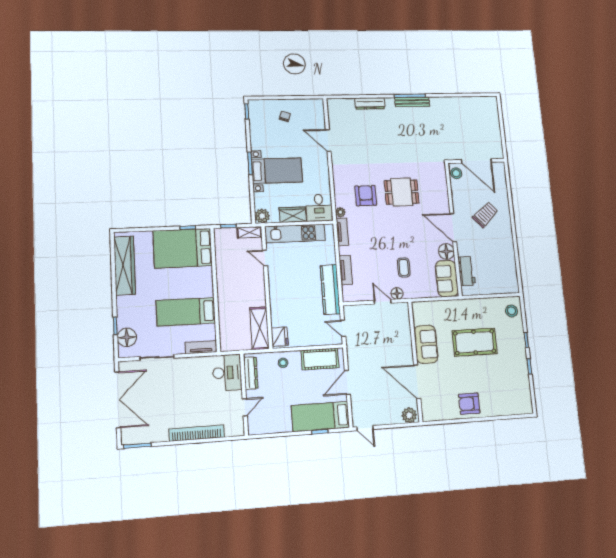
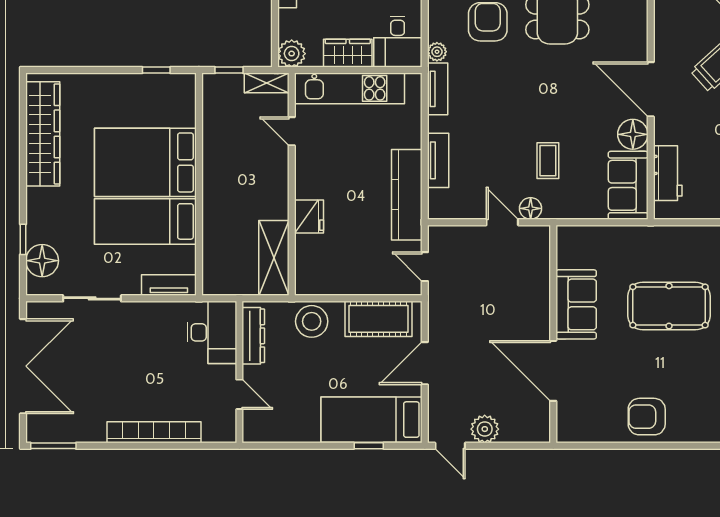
bed: (183, 248) -> (145, 162), moved
fridge: (280, 337) -> (309, 216), moved
stool: (283, 363) -> (312, 321), width x1.89, depth x1.89
door: (245, 407) -> (239, 394), hinge flipped
plant: (409, 415) -> (485, 429), moved

